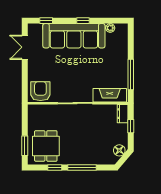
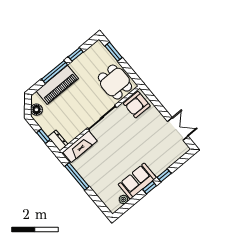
window: (46, 21) -> (164, 175), moved
sofa: (74, 36) -> (137, 181), width x0.54, depth x0.79
armchair: (40, 91) -> (137, 105), turned 90
dining table: (46, 146) -> (115, 82), moved
piano: (88, 156) -> (57, 85), added

